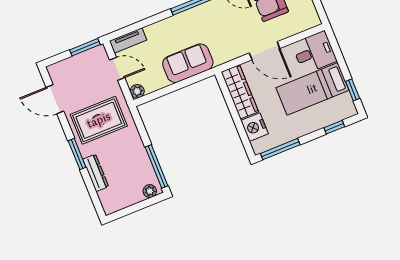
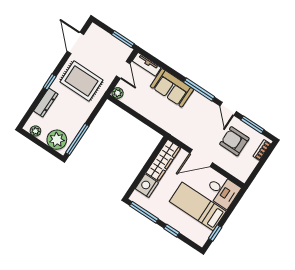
door: (265, 51) -> (201, 158), hinge flipped
sofa: (188, 63) -> (172, 88), moved, turned 180
window: (334, 127) -> (172, 231), moved
window: (77, 154) -> (50, 82), width x0.67
plant: (150, 191) -> (57, 140), width x1.87, depth x1.87
plant: (118, 204) -> (35, 131), added

